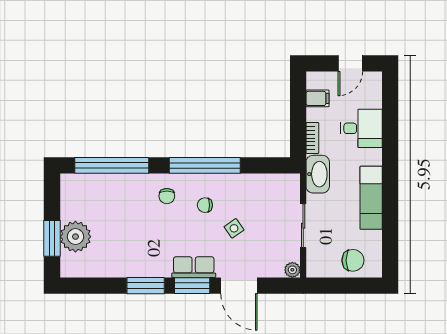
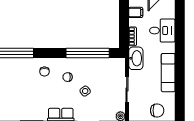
window: (205, 165) -> (88, 53), moved

